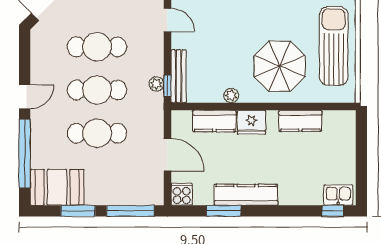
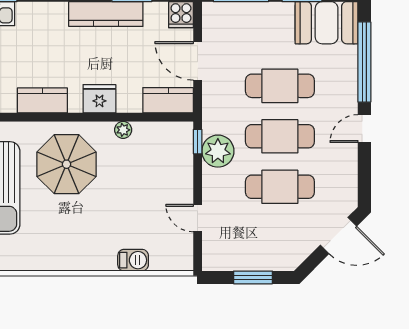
bench: (179, 76) -> (185, 152), removed
plant: (156, 84) -> (218, 151), width x1.88, depth x1.88
kitchen counter: (214, 121) -> (168, 100), moved

